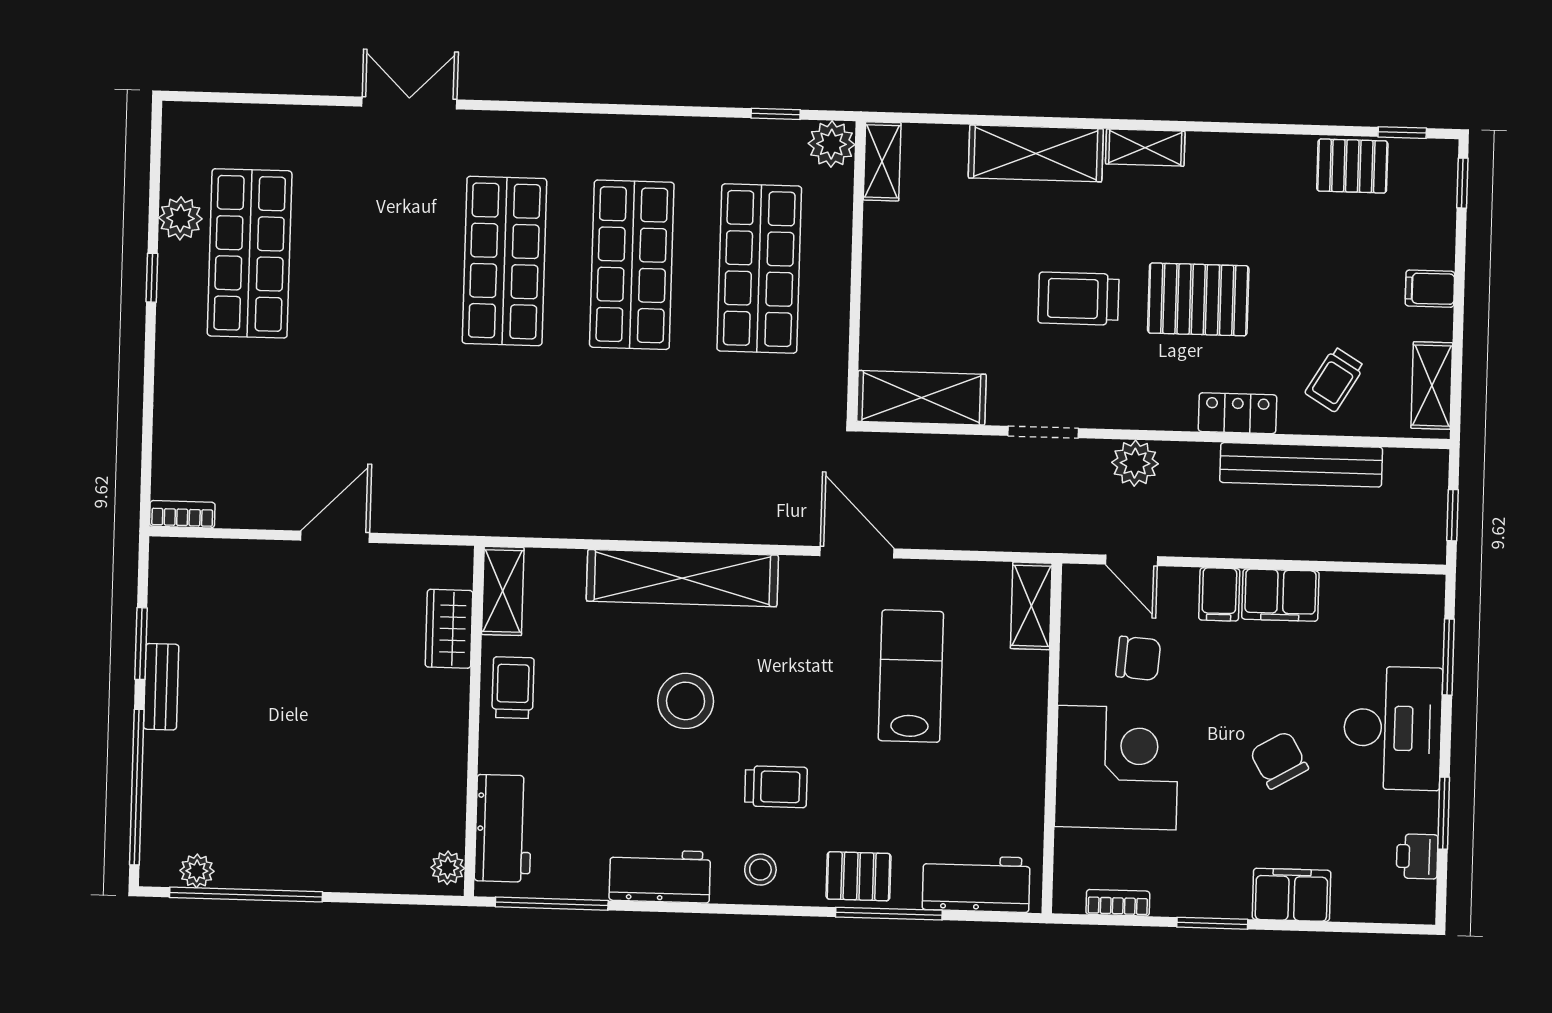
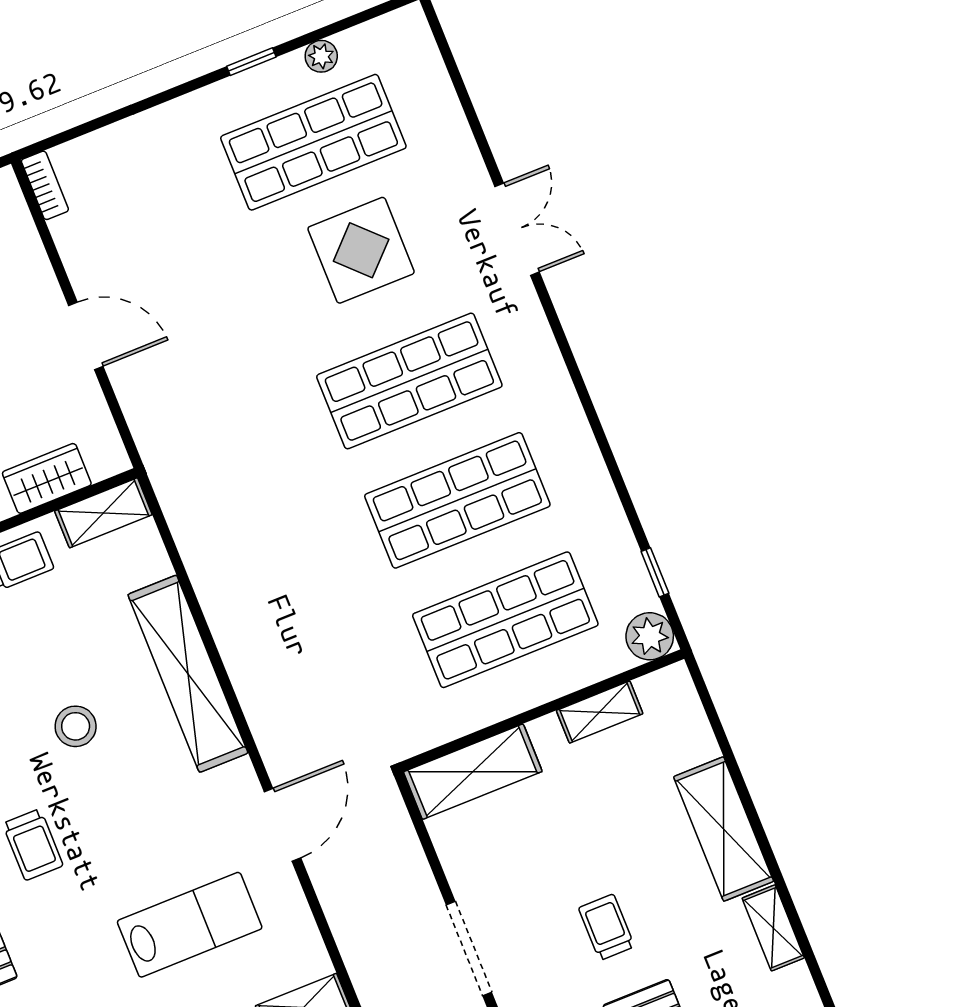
shelving: (882, 161) -> (600, 712), moved
plant: (180, 218) -> (321, 56), width x0.73, depth x0.73
display table: (367, 253) -> (361, 250), added
trolley: (1078, 299) -> (607, 927), width x0.73, depth x0.72
shelving: (921, 398) -> (473, 772), moved, turned 90
doorway: (1043, 432) -> (469, 948), width x1.38
stool: (686, 701) -> (76, 726), width x0.73, depth x0.73

